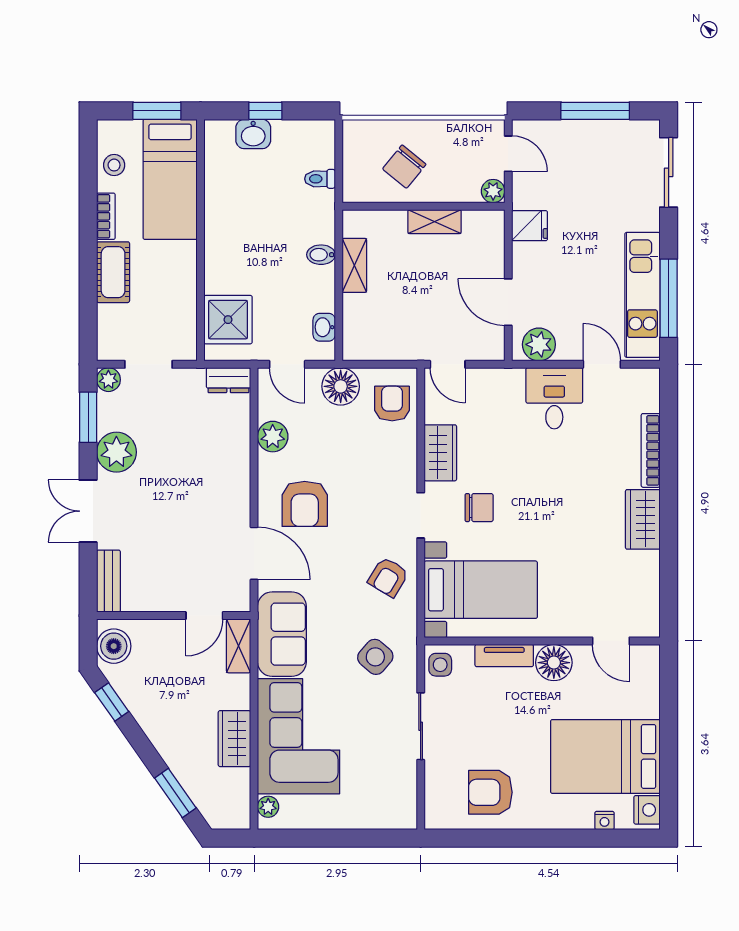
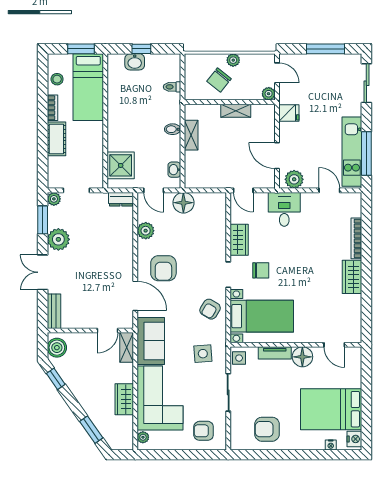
plant: (430, 131) -> (233, 60), added
desk: (554, 398) -> (284, 209), moved
armchair: (392, 403) -> (204, 431), moved, turned -90
side table: (375, 657) -> (203, 354), turned 45

